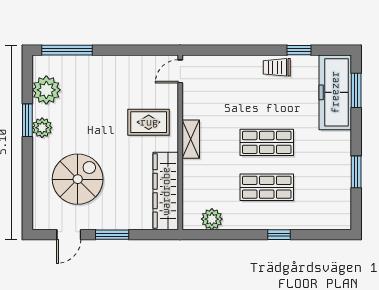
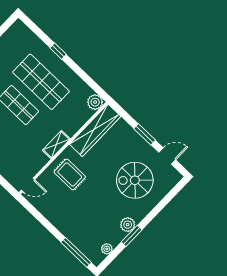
plant: (46, 90) -> (107, 249), width x0.53, depth x0.53
shop shelf: (267, 187) -> (41, 82), width x1.43, depth x1.36
plant: (212, 219) -> (95, 102), moved

